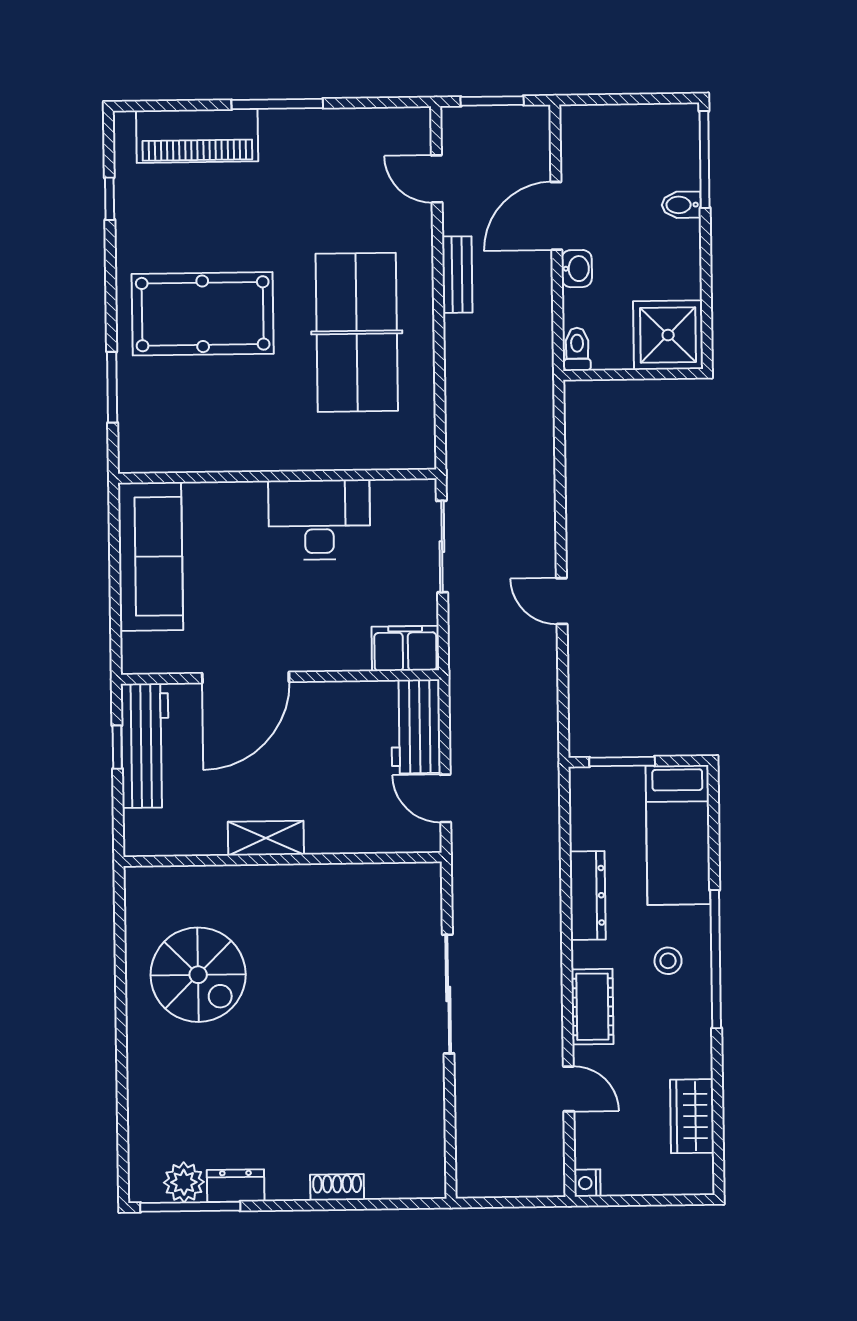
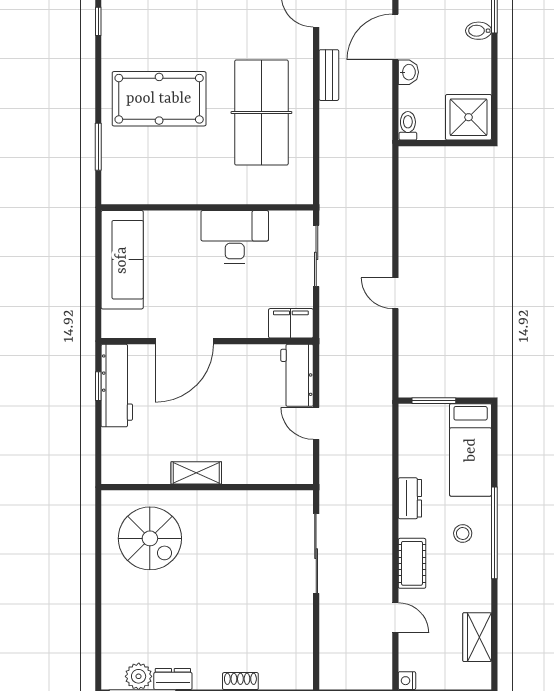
shelving: (266, 838) -> (196, 473), moved
wall: (283, 859) -> (207, 487), moved
dresser: (588, 895) -> (410, 498), width x0.70

